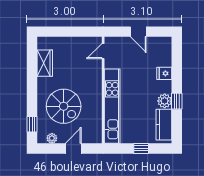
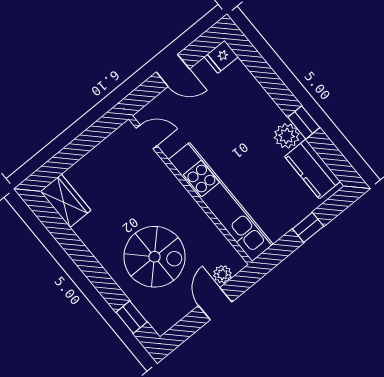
door: (103, 51) -> (147, 137), swing flipped
wardrobe: (45, 63) -> (65, 201), moved
fridge: (164, 73) -> (221, 57), moved
plant: (52, 138) -> (222, 274), moved

